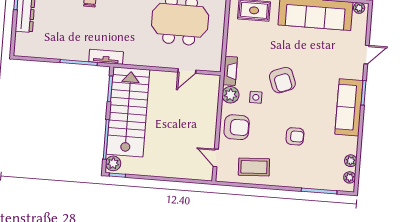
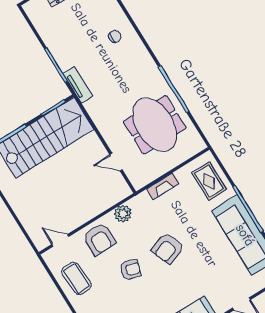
fireplace: (230, 71) -> (163, 186), moved
side table: (256, 97) -> (137, 237), removed
armchair: (295, 136) -> (130, 270), moved, turned -72
door: (216, 158) -> (60, 240), hinge flipped

